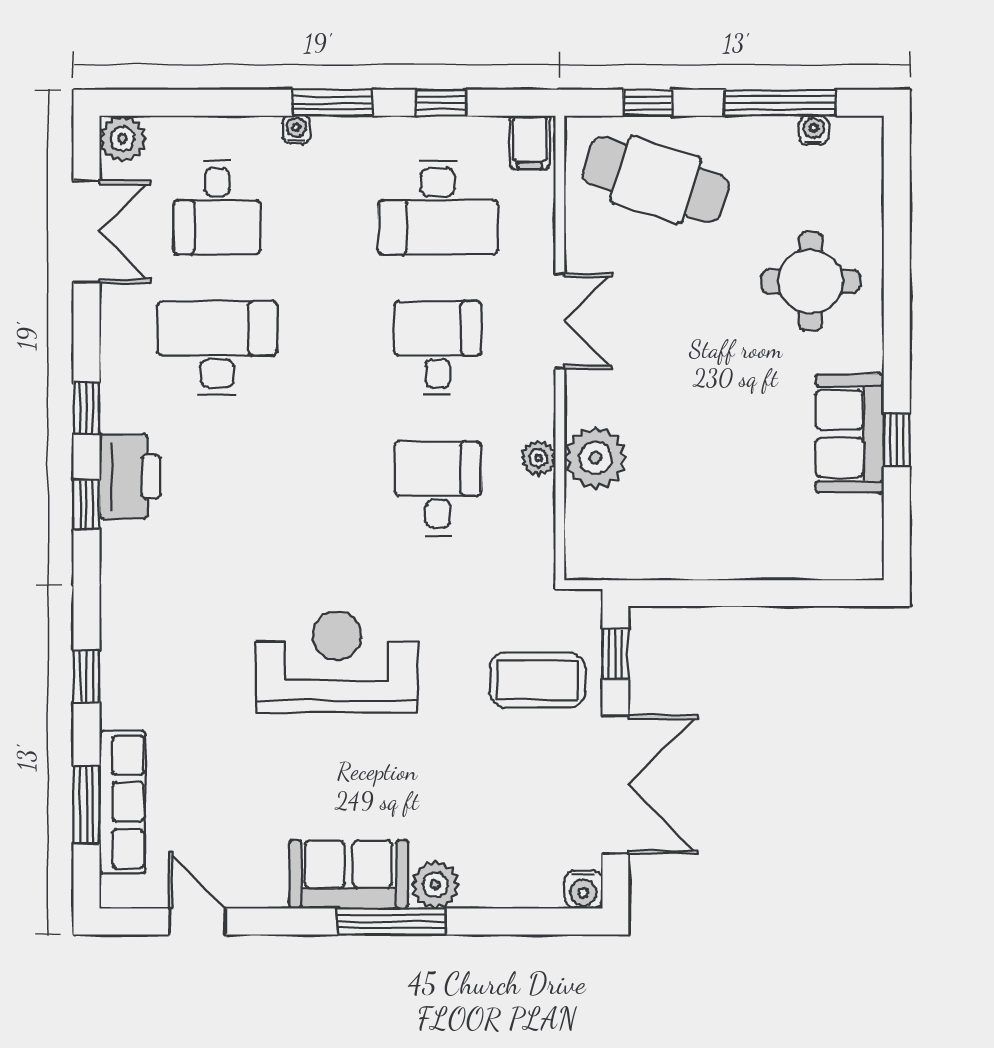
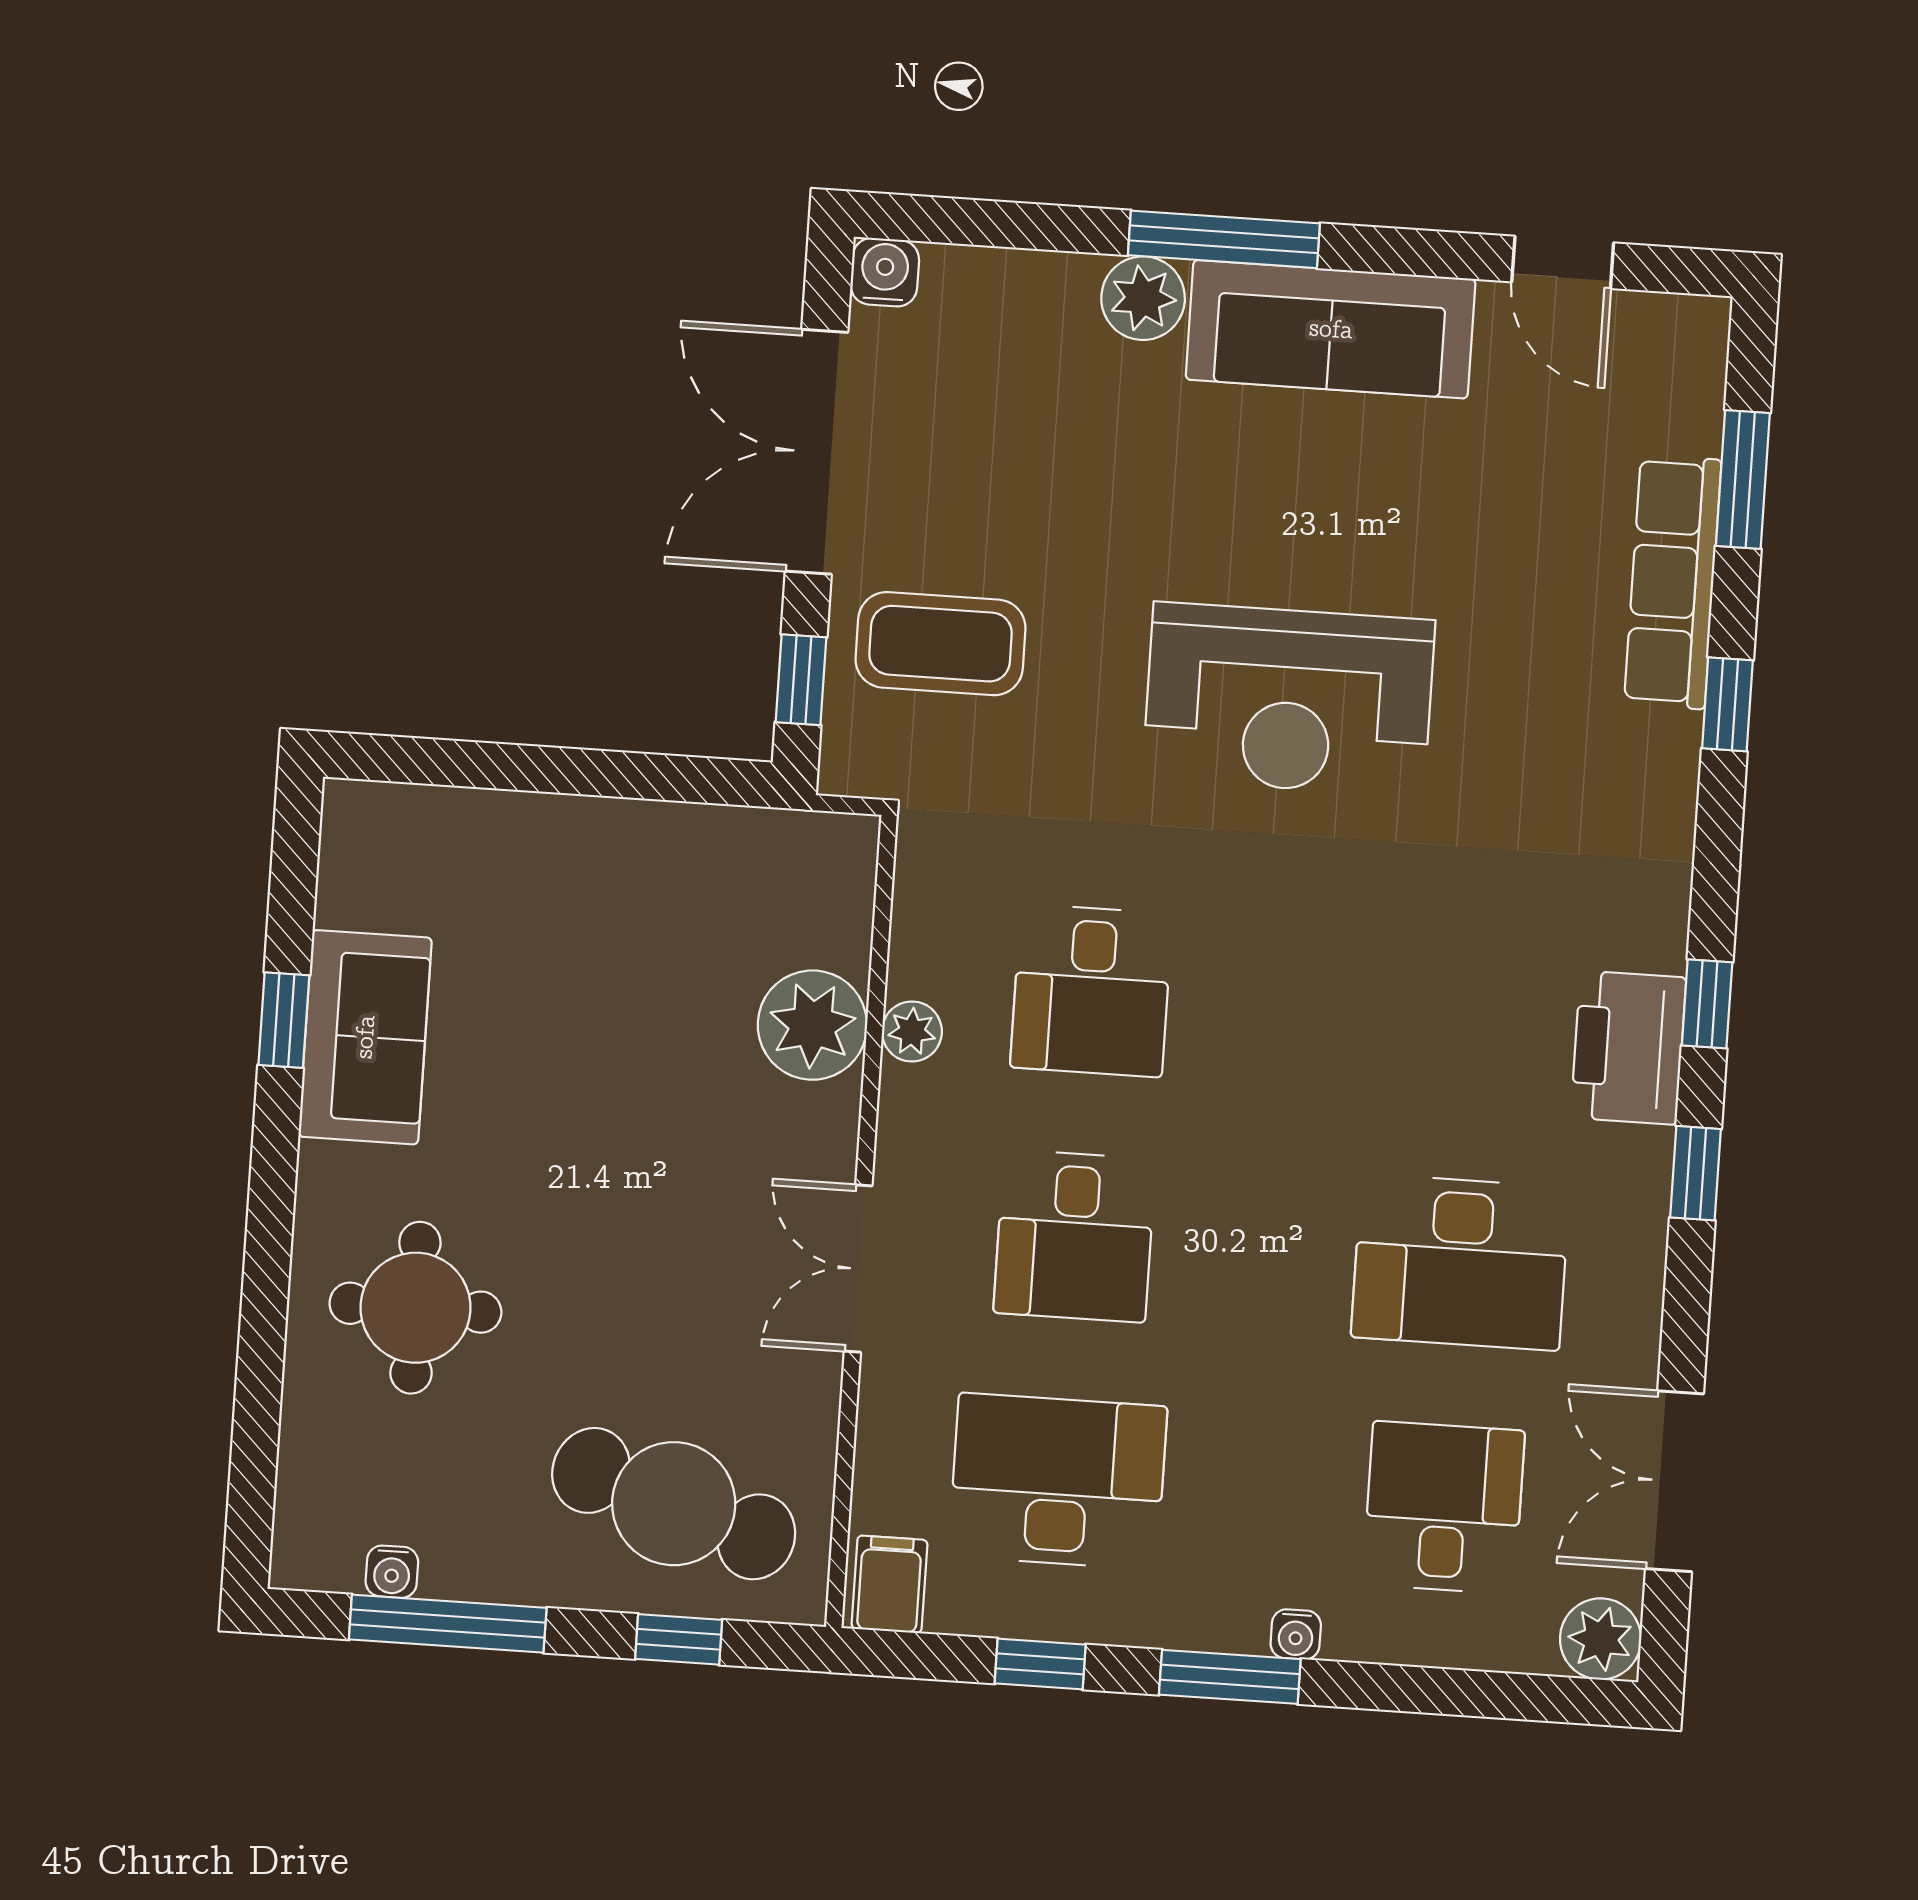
row of seats: (122, 802) -> (1673, 582), moved
sofa: (349, 874) -> (1331, 329), width x1.36

